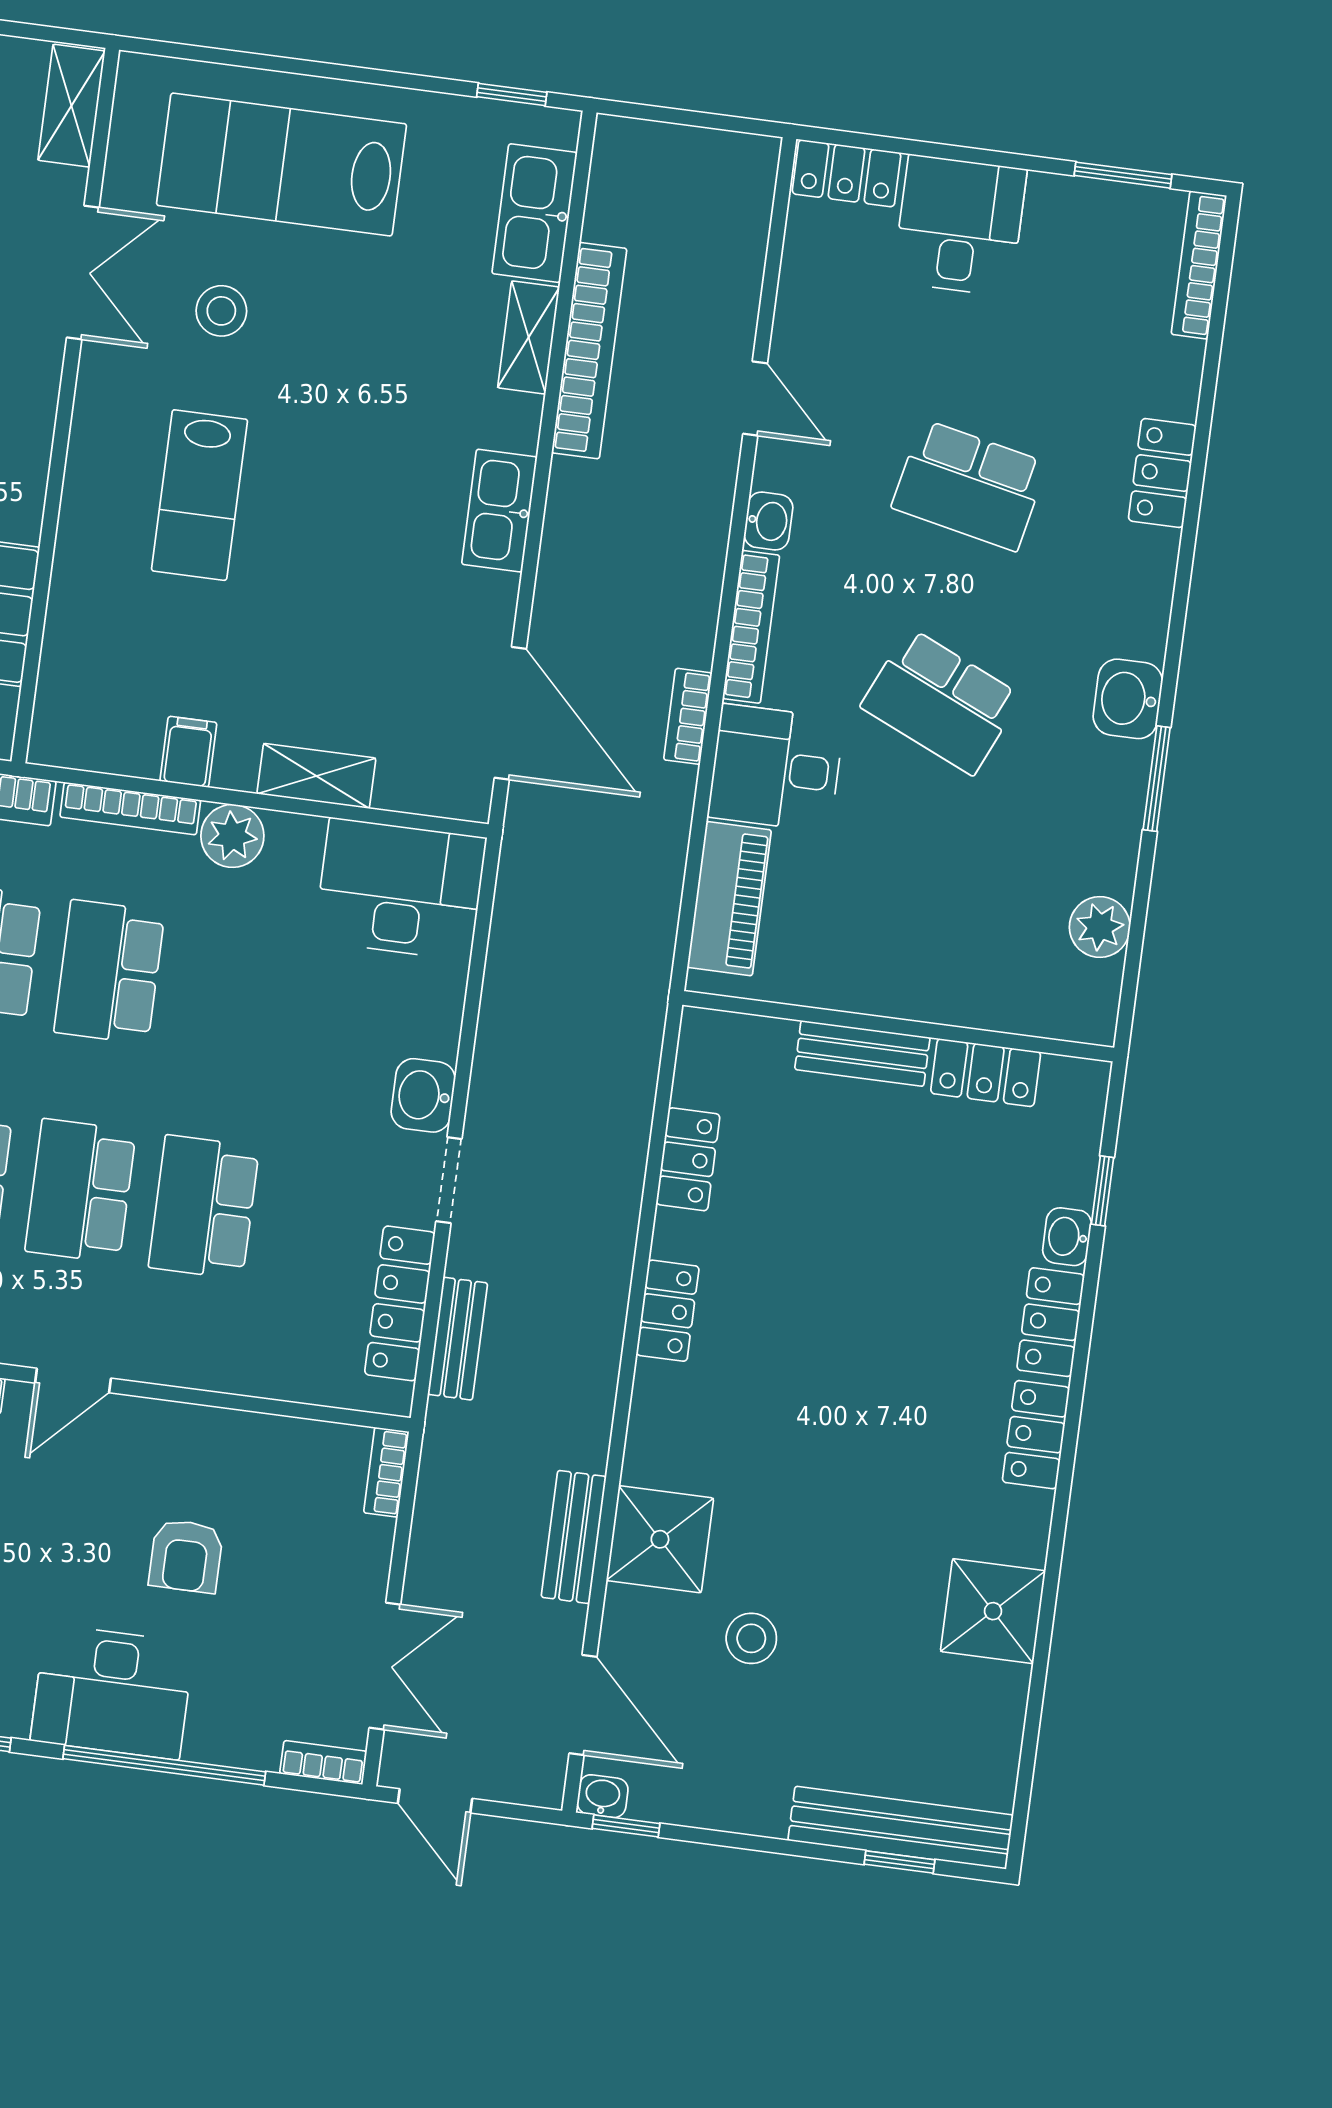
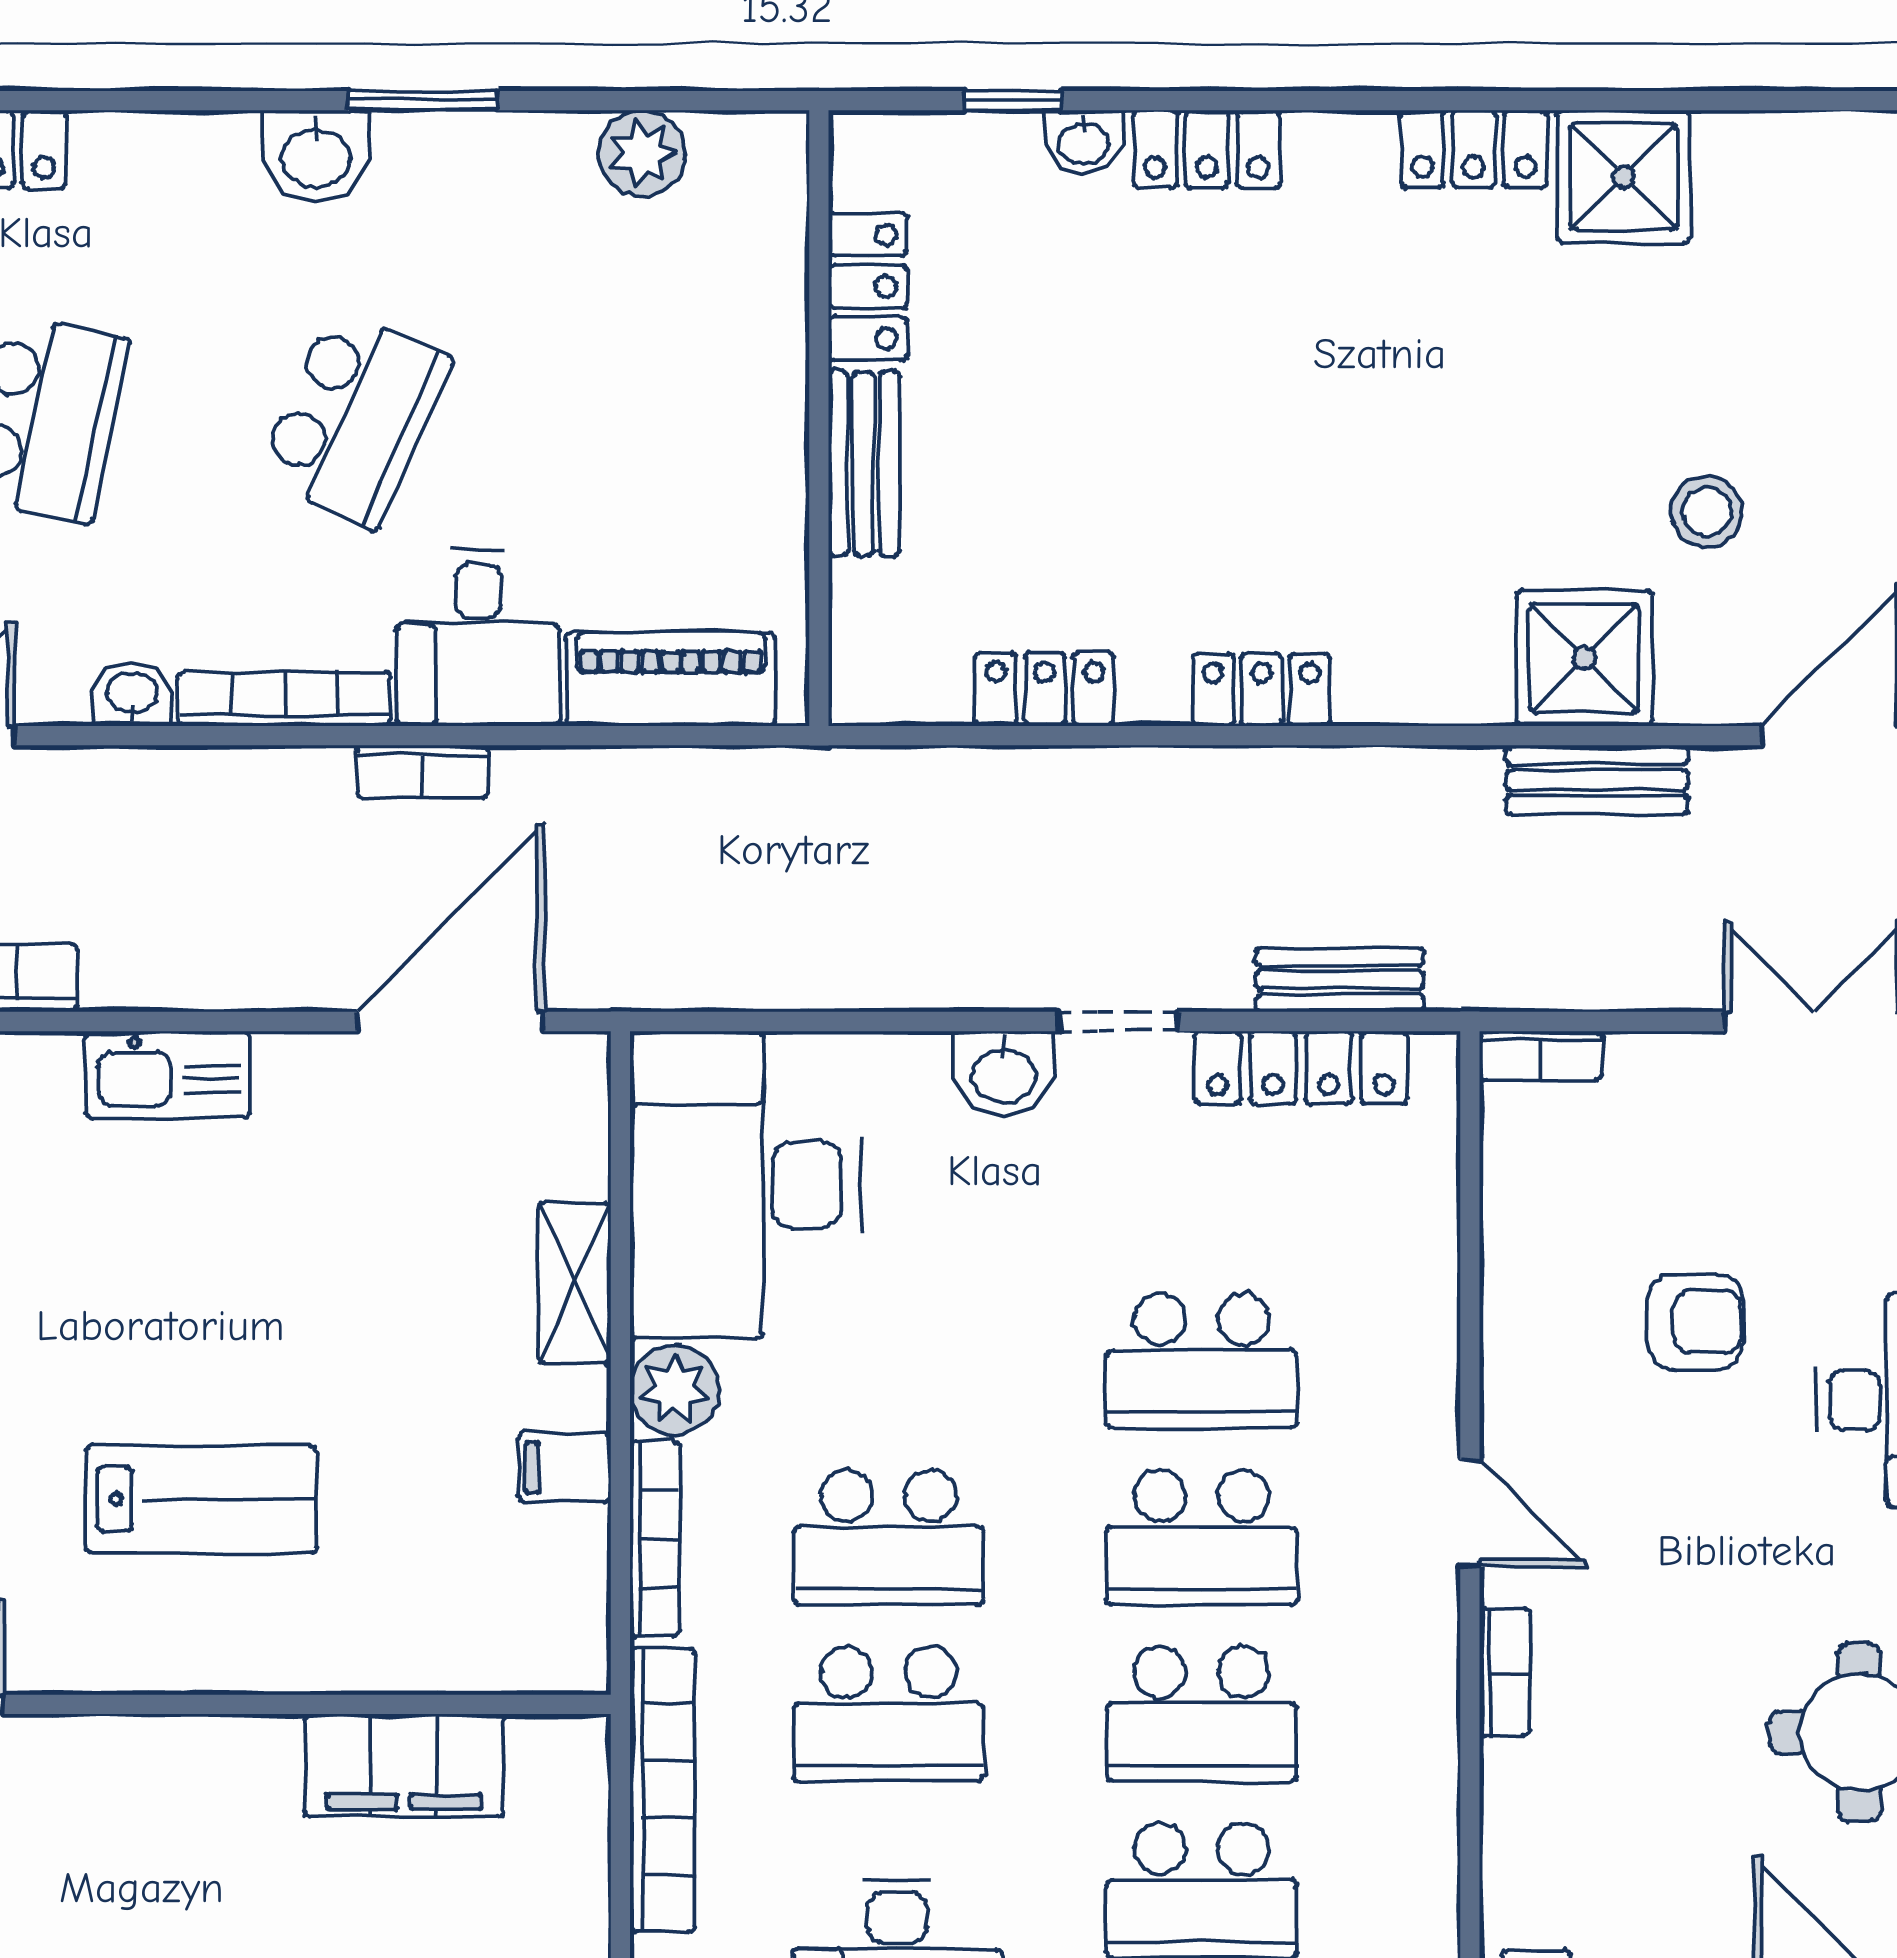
desk: (400, 889) -> (745, 1185), width x1.36, depth x1.30
locker: (1036, 1435) -> (1474, 149), moved

